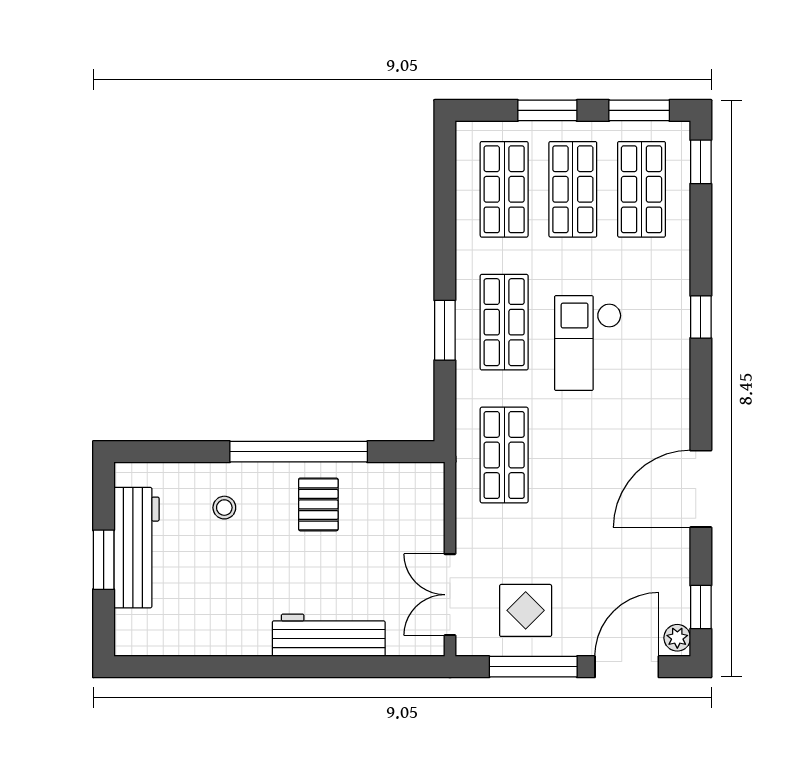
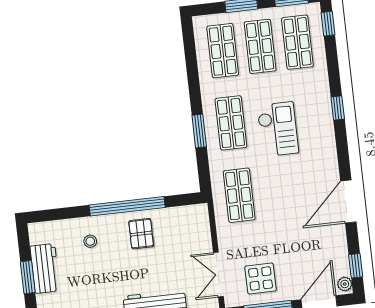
checkout: (588, 343) -> (278, 129), turned 180
workbench: (136, 548) -> (45, 268), width x0.73

